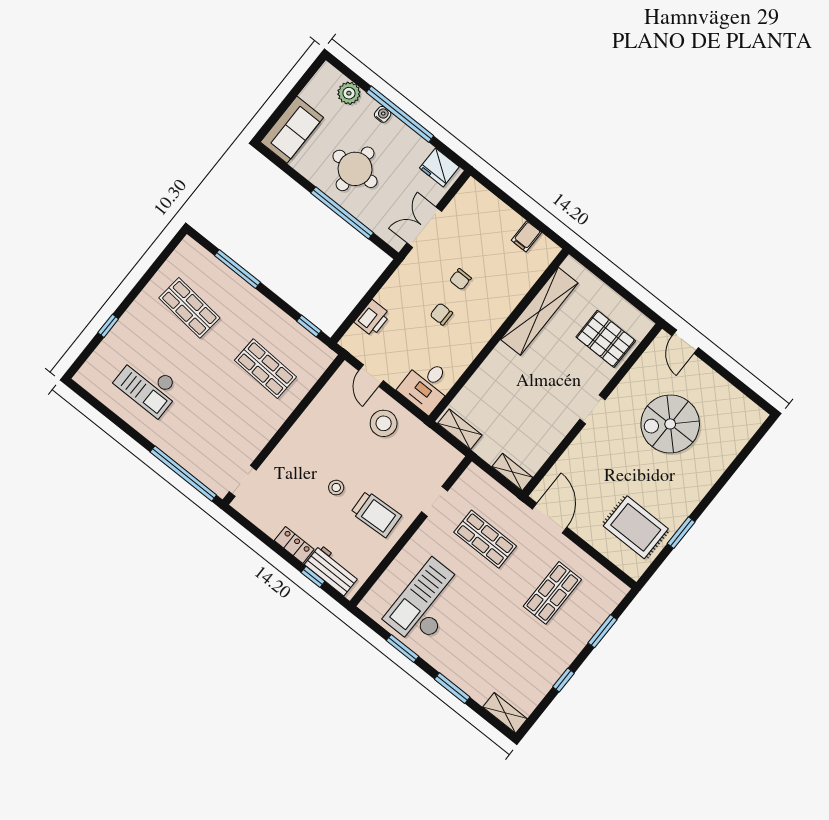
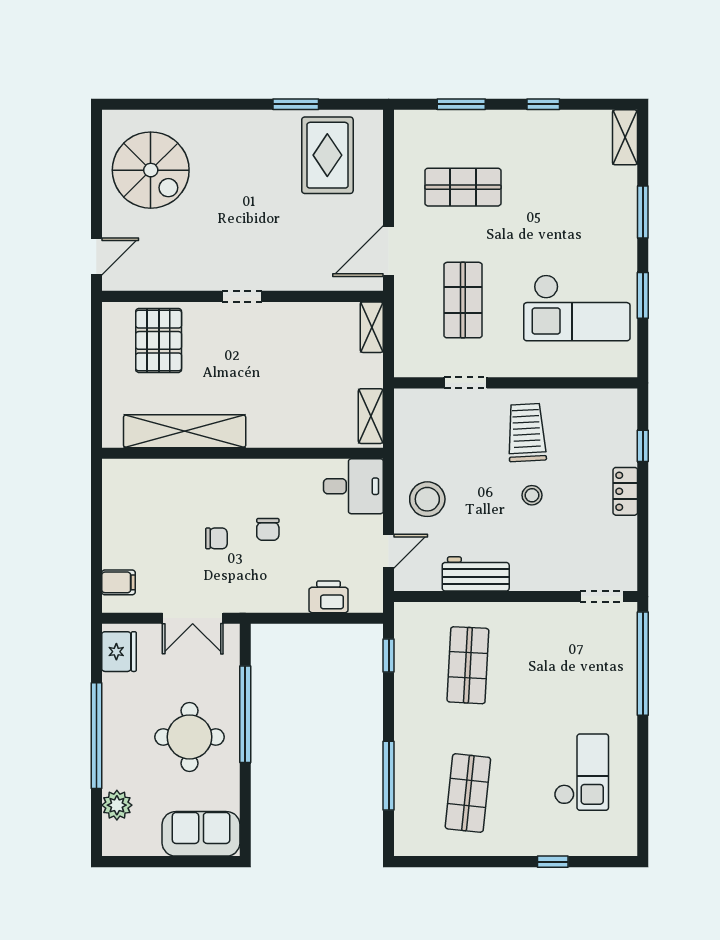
water cooler: (383, 114) -> (111, 753), removed
filing cabinet: (526, 236) -> (118, 582), moved
spiral stairs: (670, 424) -> (151, 170), moved
workbench: (332, 570) -> (476, 574), moved, turned 90

